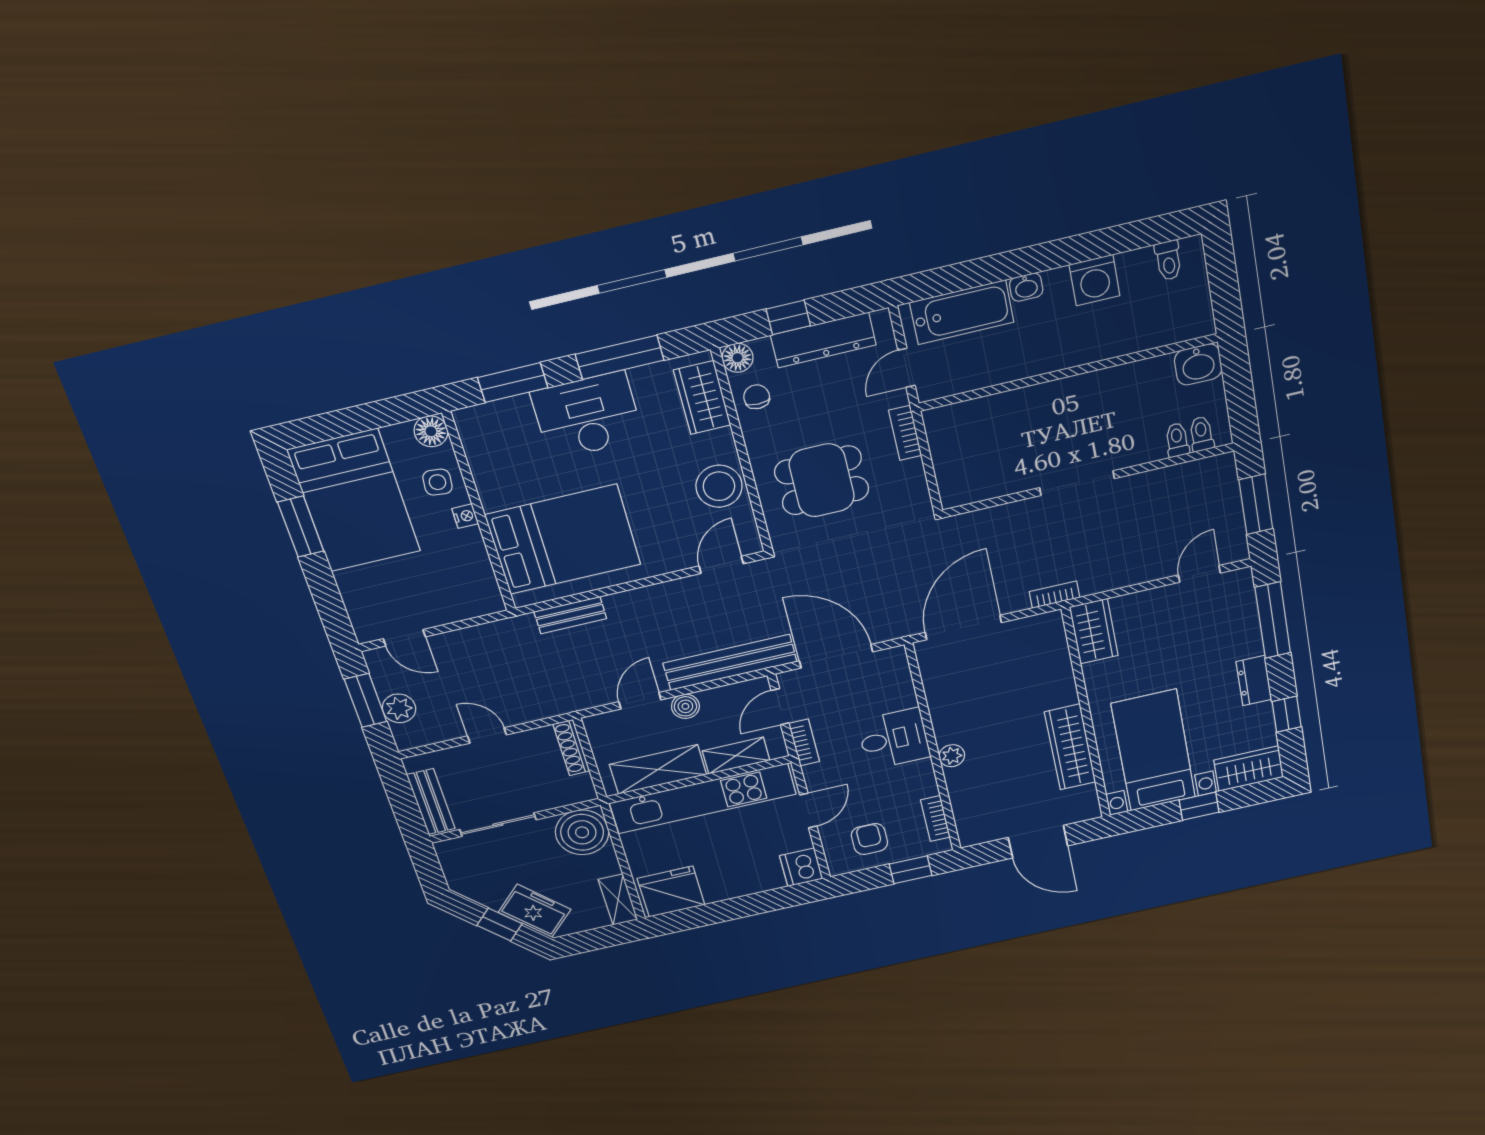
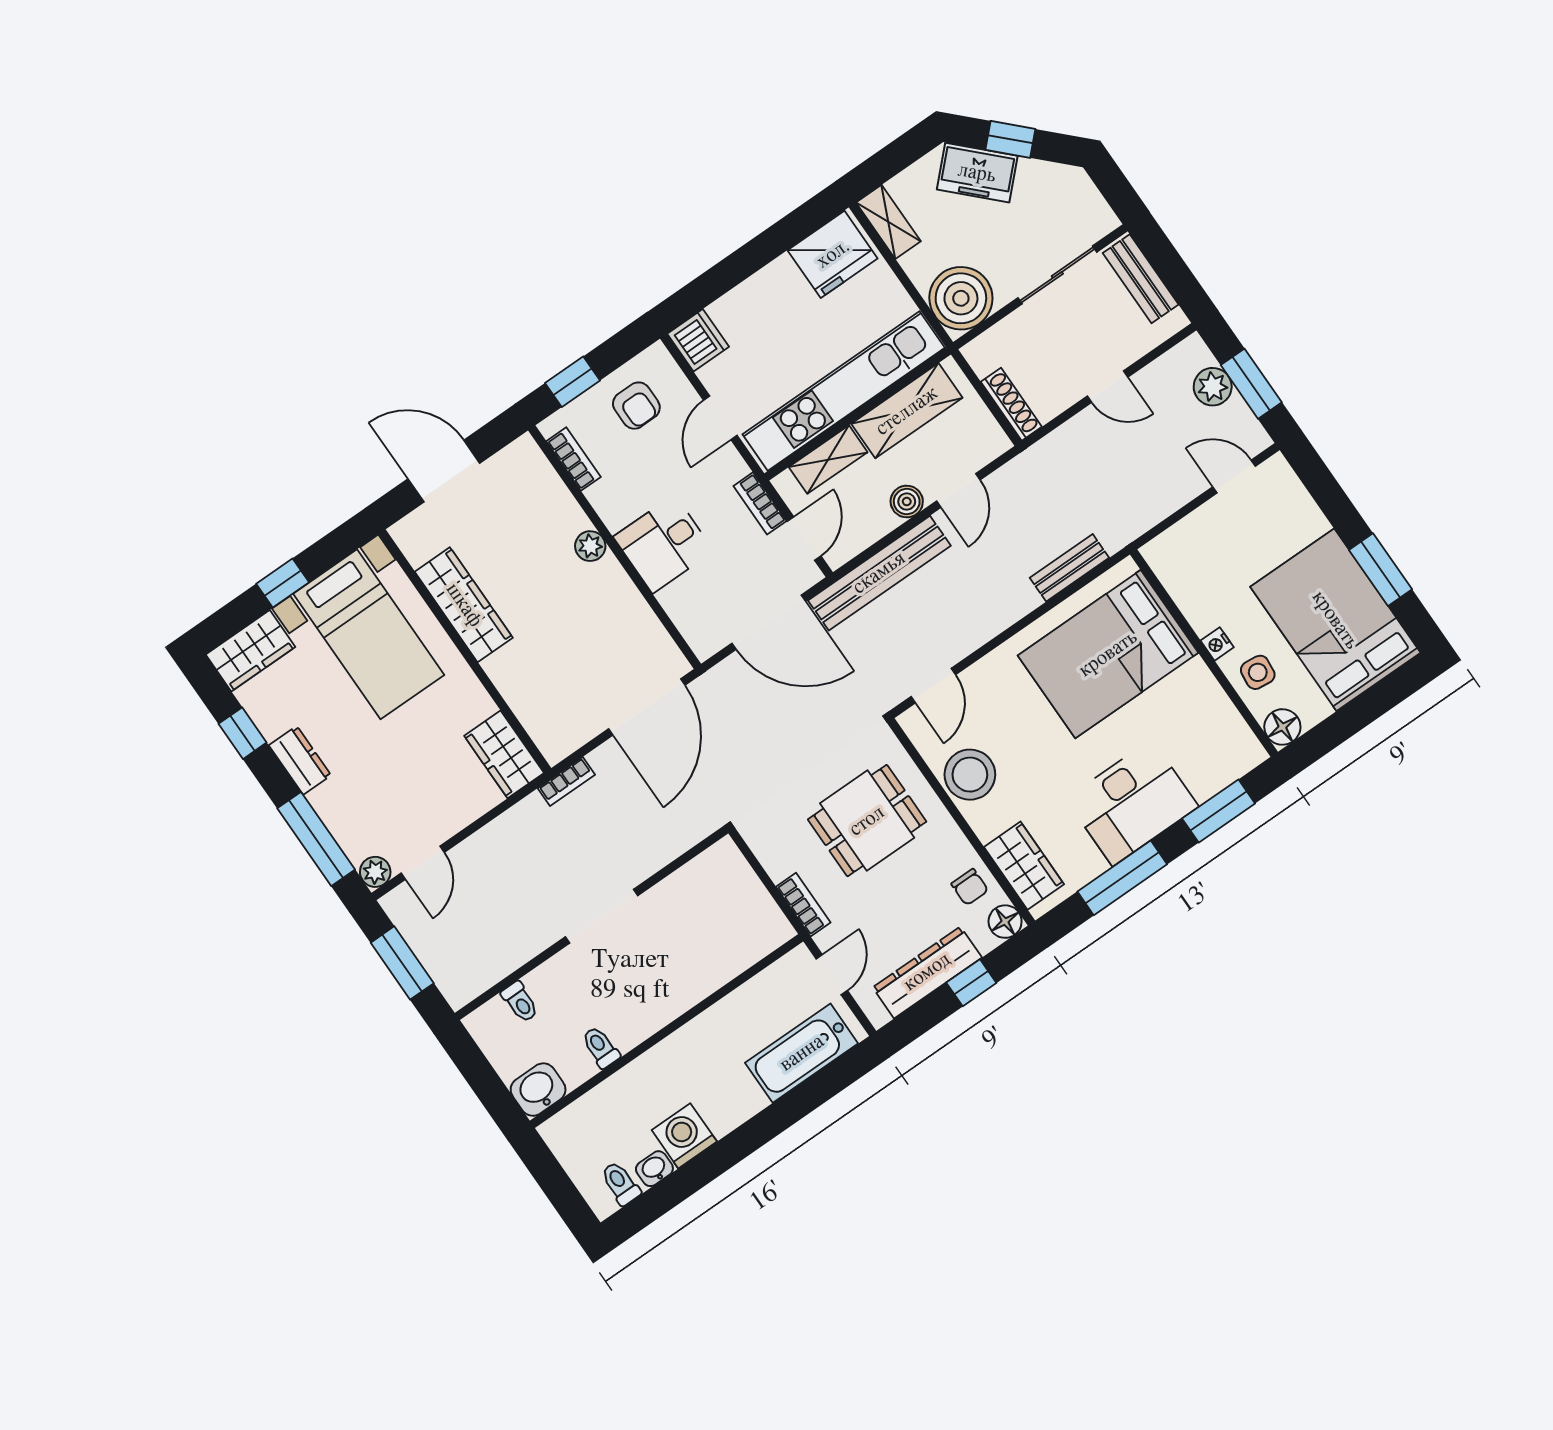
washbasin: (1026, 287) -> (654, 1169), moved
toilet: (1201, 434) -> (601, 1047), moved, turned 180
plant: (1240, 580) -> (375, 872), added

